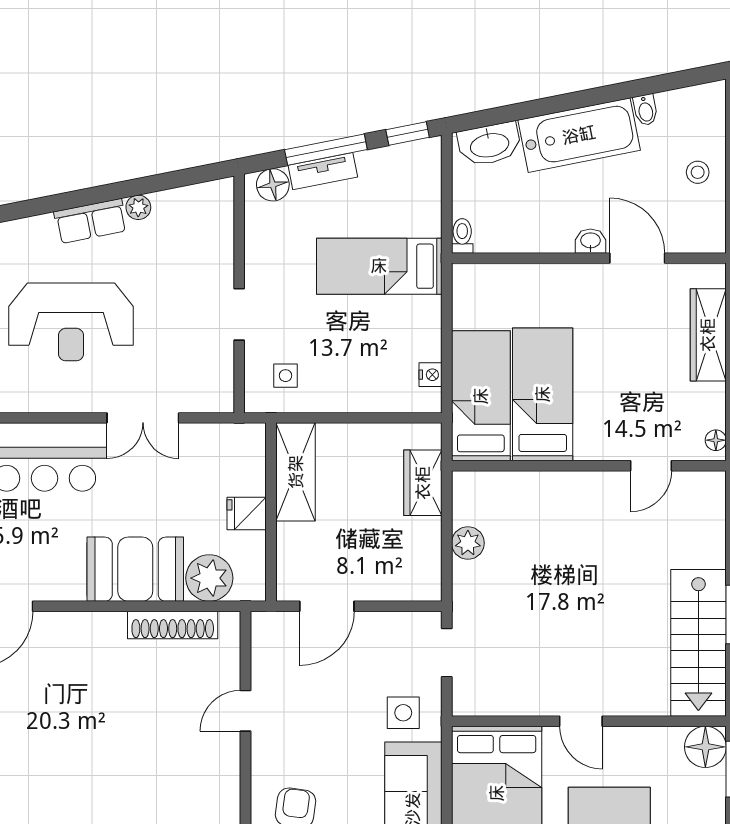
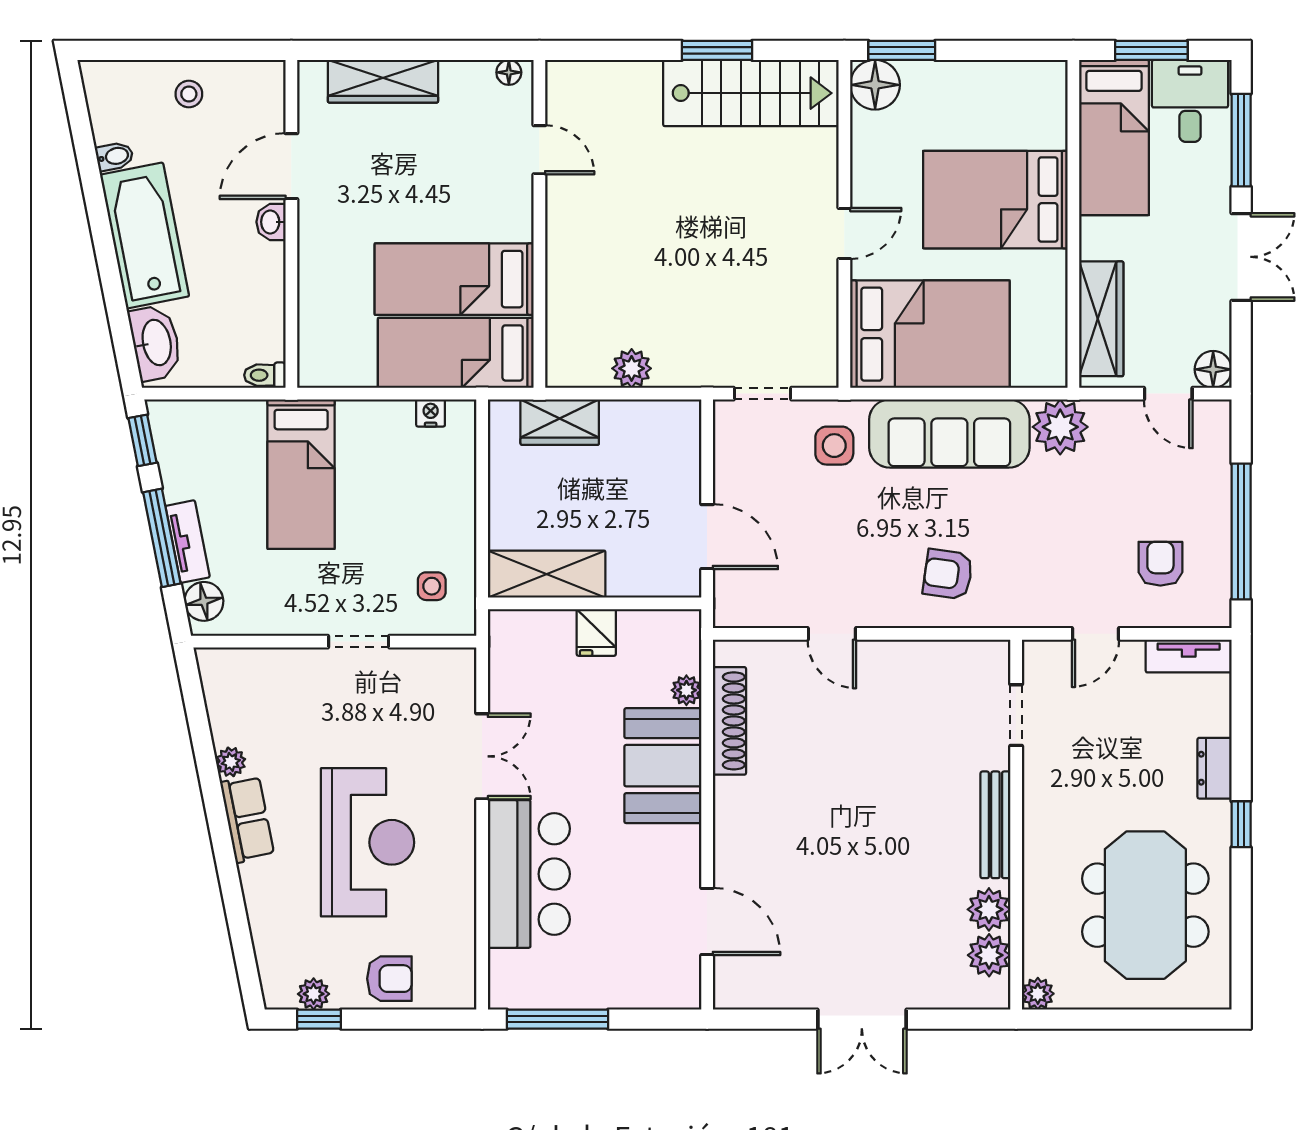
plant: (209, 578) -> (686, 690), width x0.53, depth x0.53

